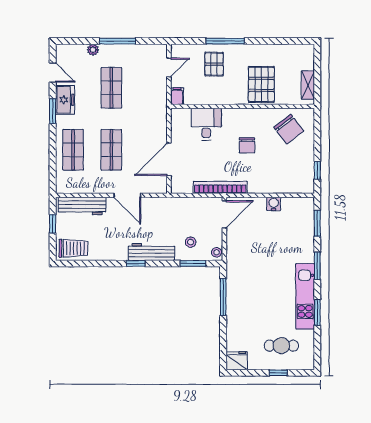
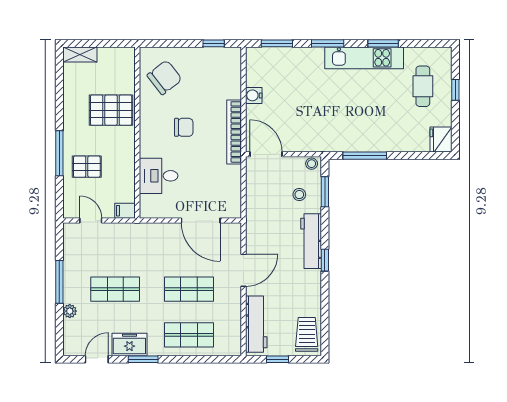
shelving: (308, 85) -> (80, 54), moved
bookcase: (220, 187) -> (234, 132), moved

